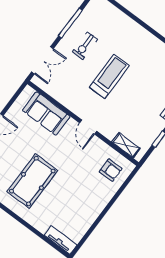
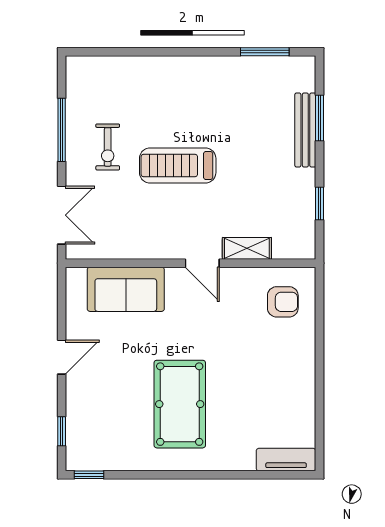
treadmill: (109, 76) -> (178, 166), turned -90
shelving: (126, 145) -> (247, 248), moved

